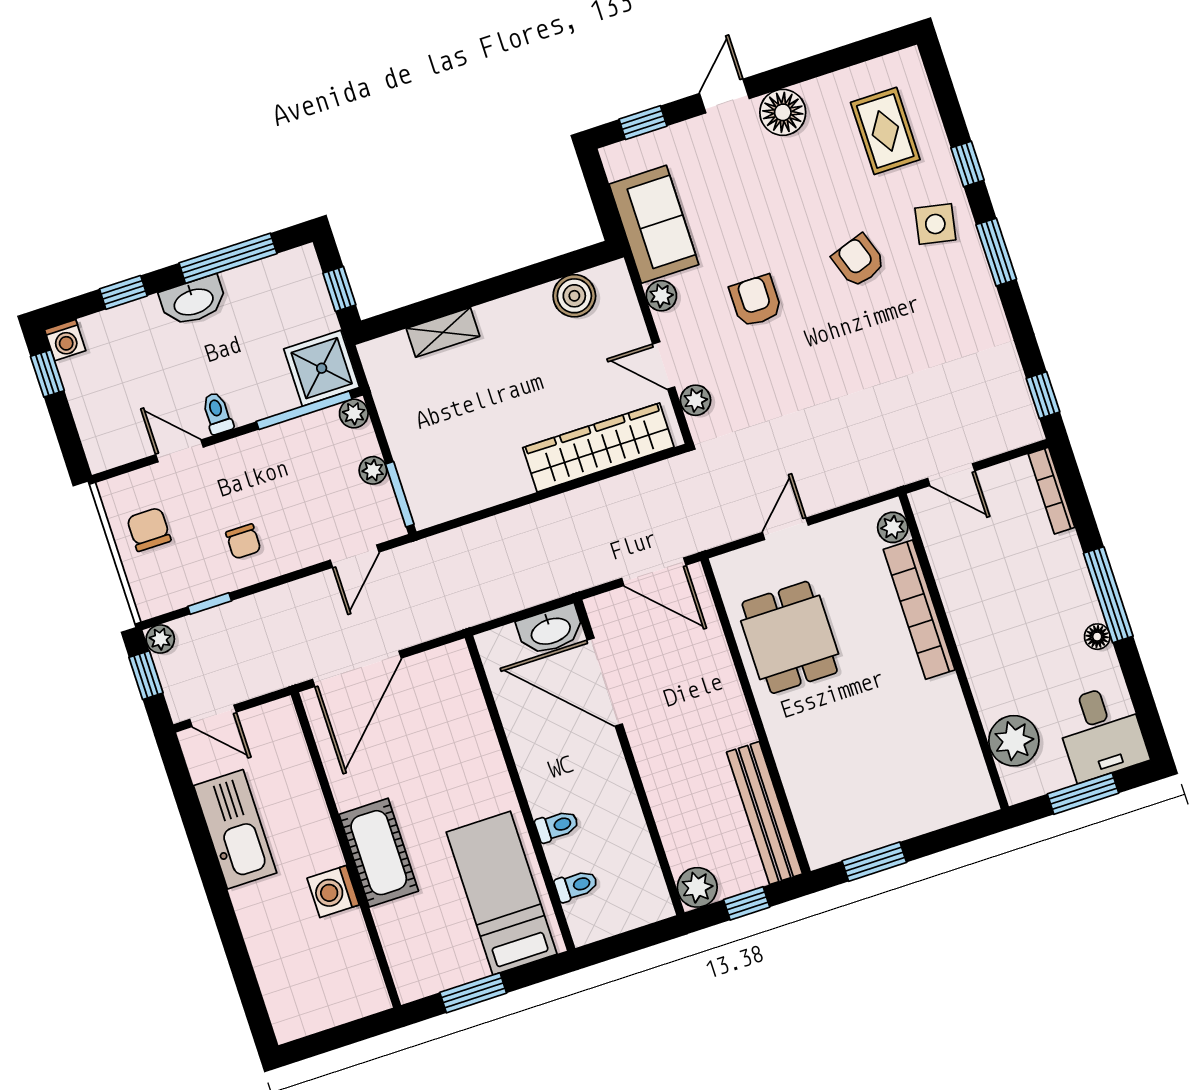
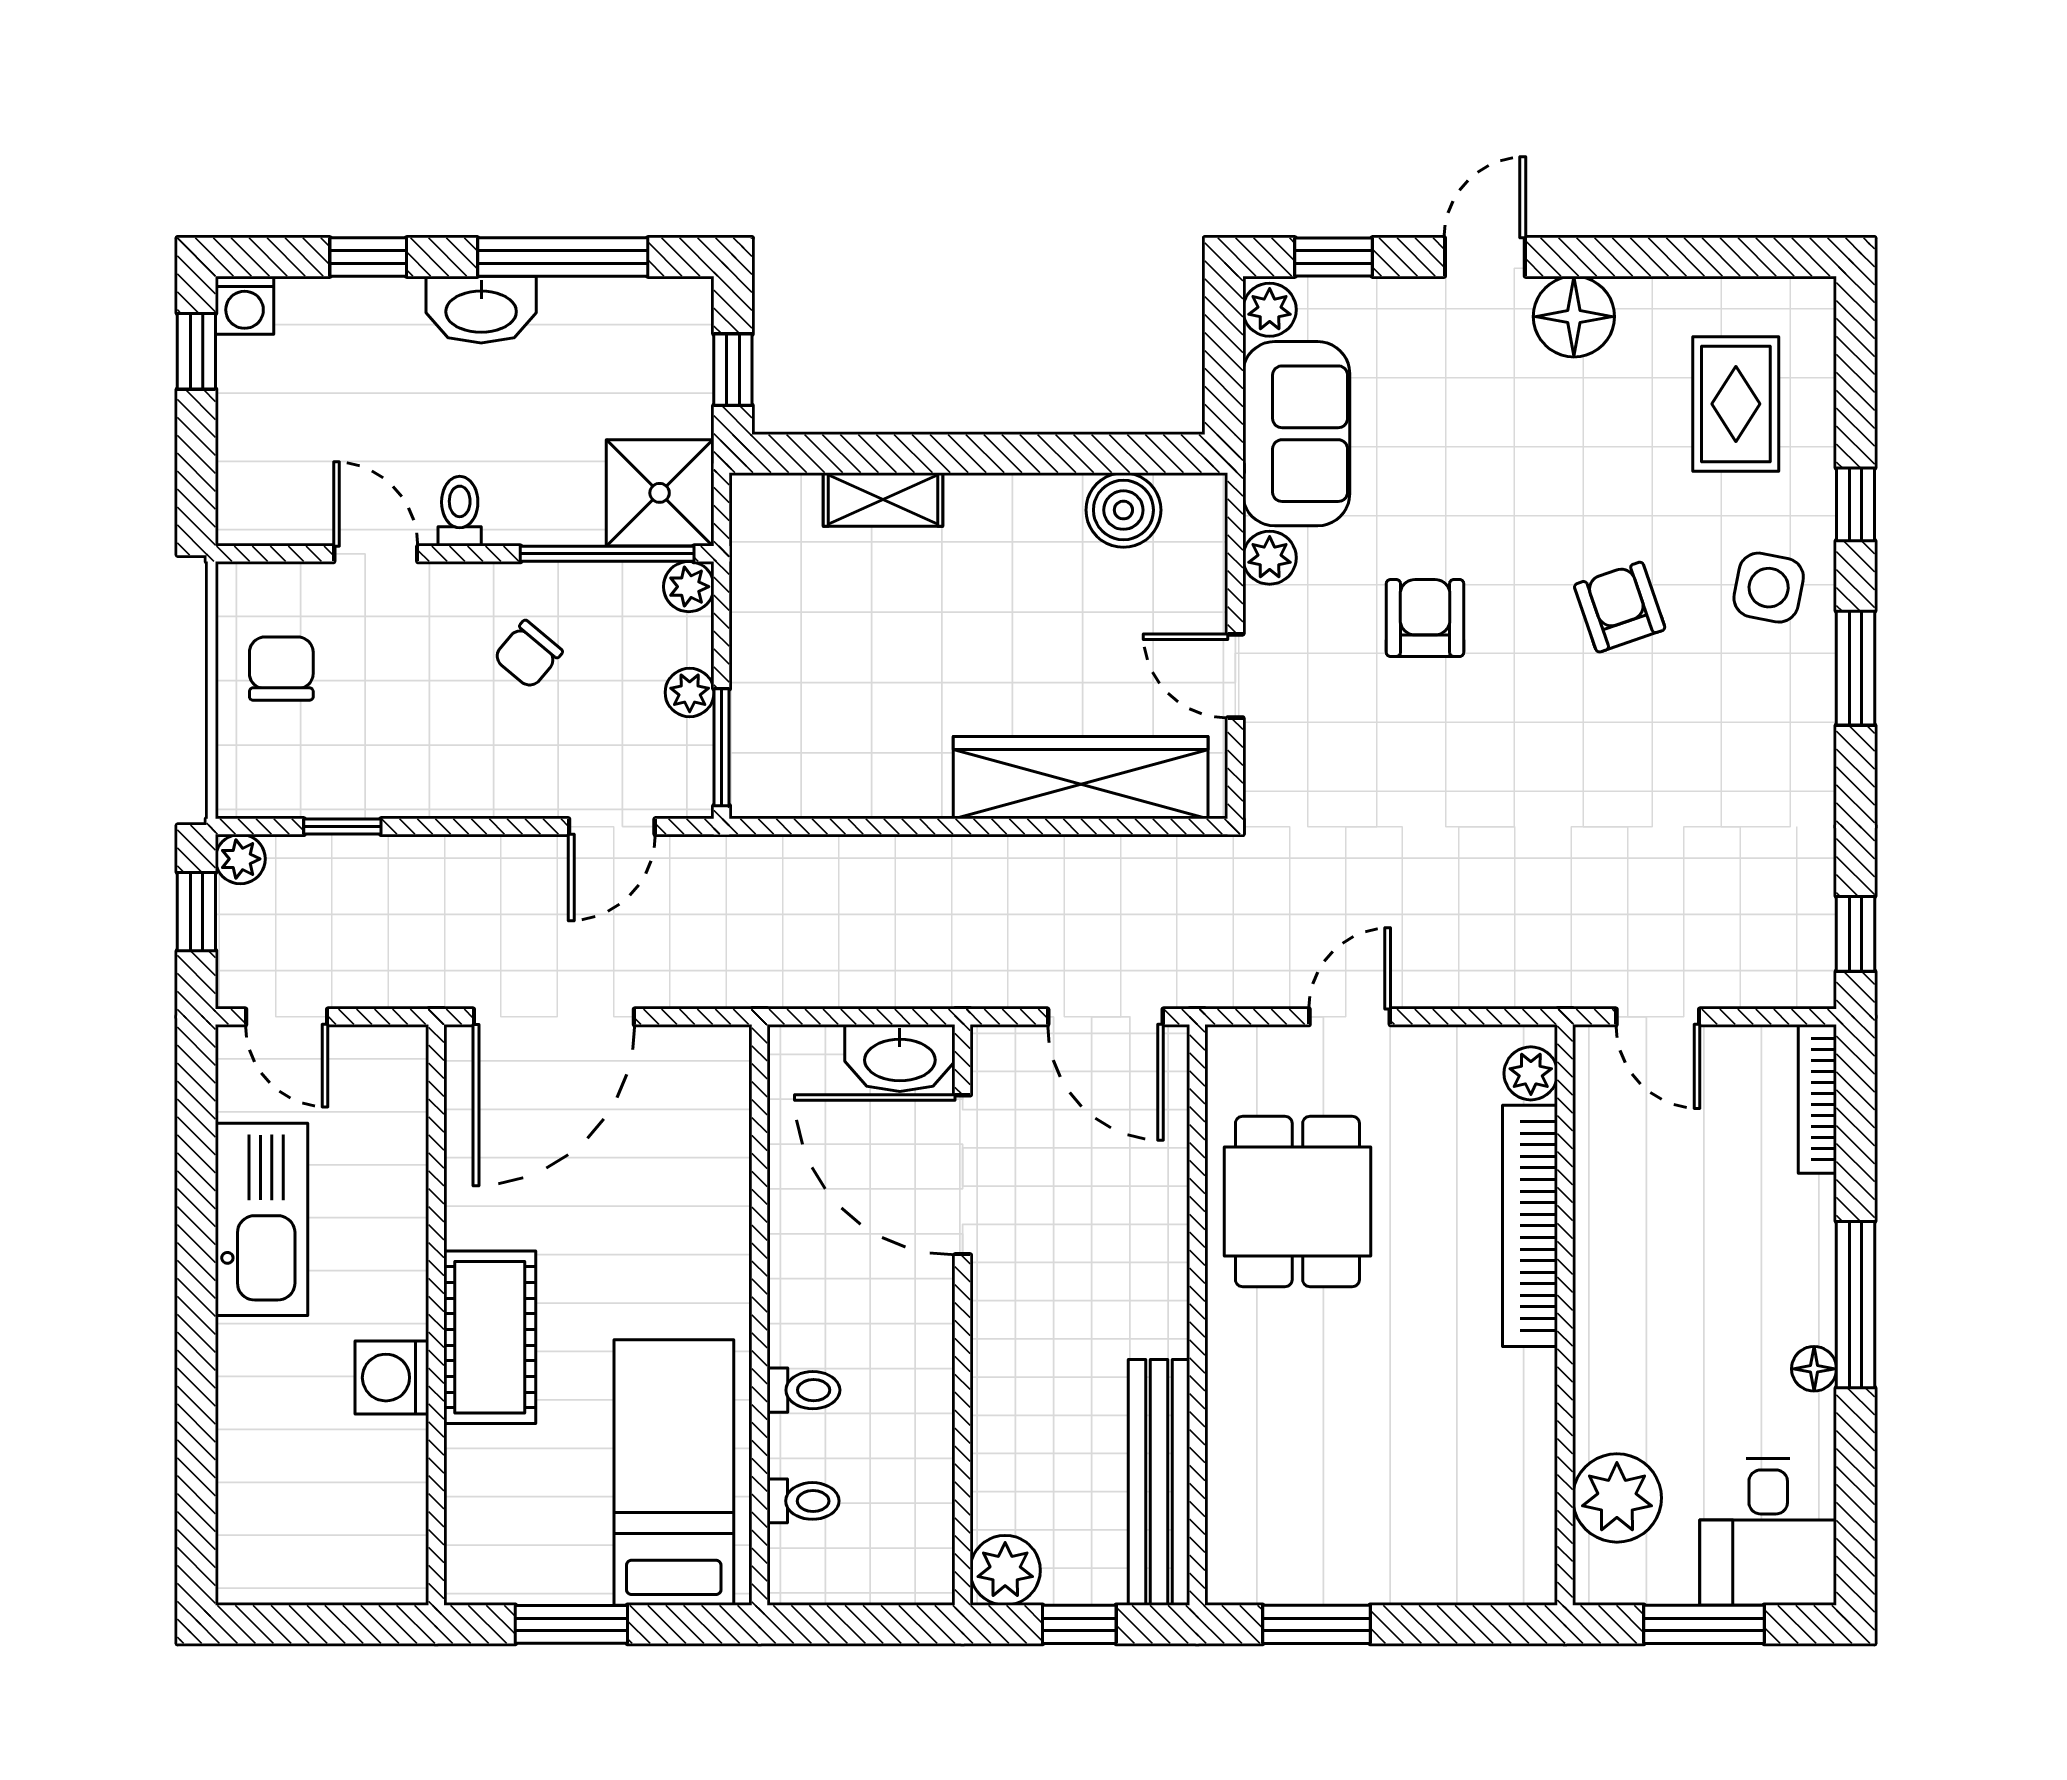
plant: (695, 400) -> (1270, 310), moved
chair: (243, 541) -> (528, 654), moved, turned 40

